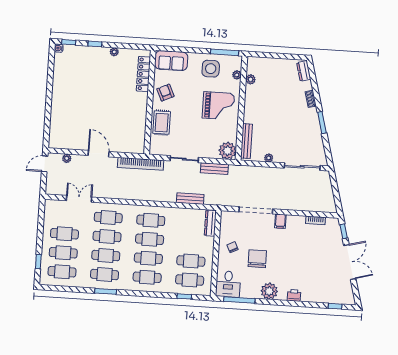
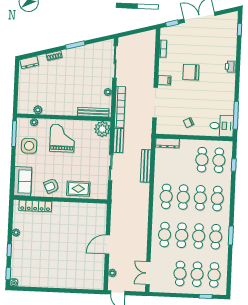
bookcase: (141, 164) -> (120, 107), moved
double door: (79, 199) -> (148, 273), moved
bench: (190, 199) -> (146, 166), width x1.36
chair: (257, 259) -> (191, 72), moved
plant: (269, 291) -> (227, 89), removed

